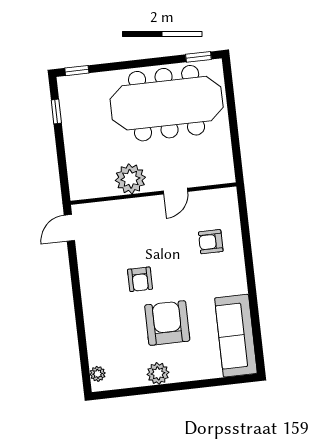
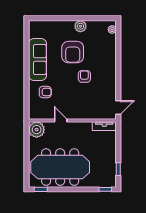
plant: (130, 179) -> (37, 130), moved
tv unit: (92, 190) -> (104, 126), added
door: (175, 191) -> (61, 121), hinge flipped
sofa: (236, 336) -> (38, 60), moved

